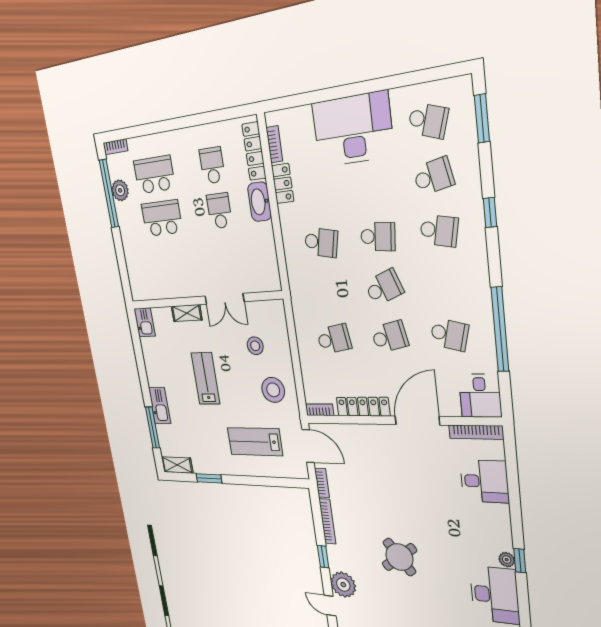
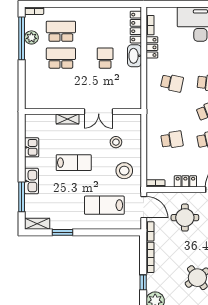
school desk: (212, 165) -> (105, 31), removed
kitchen sink: (145, 322) -> (32, 147), moved
lab bench: (206, 378) -> (74, 163), turned 90
locker: (363, 407) -> (185, 181), width x0.66
round table: (369, 464) -> (185, 218), added

